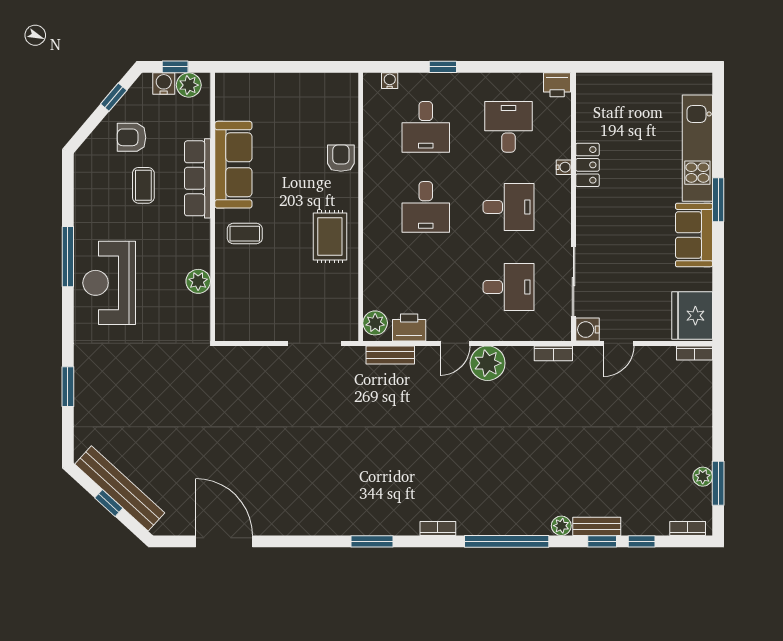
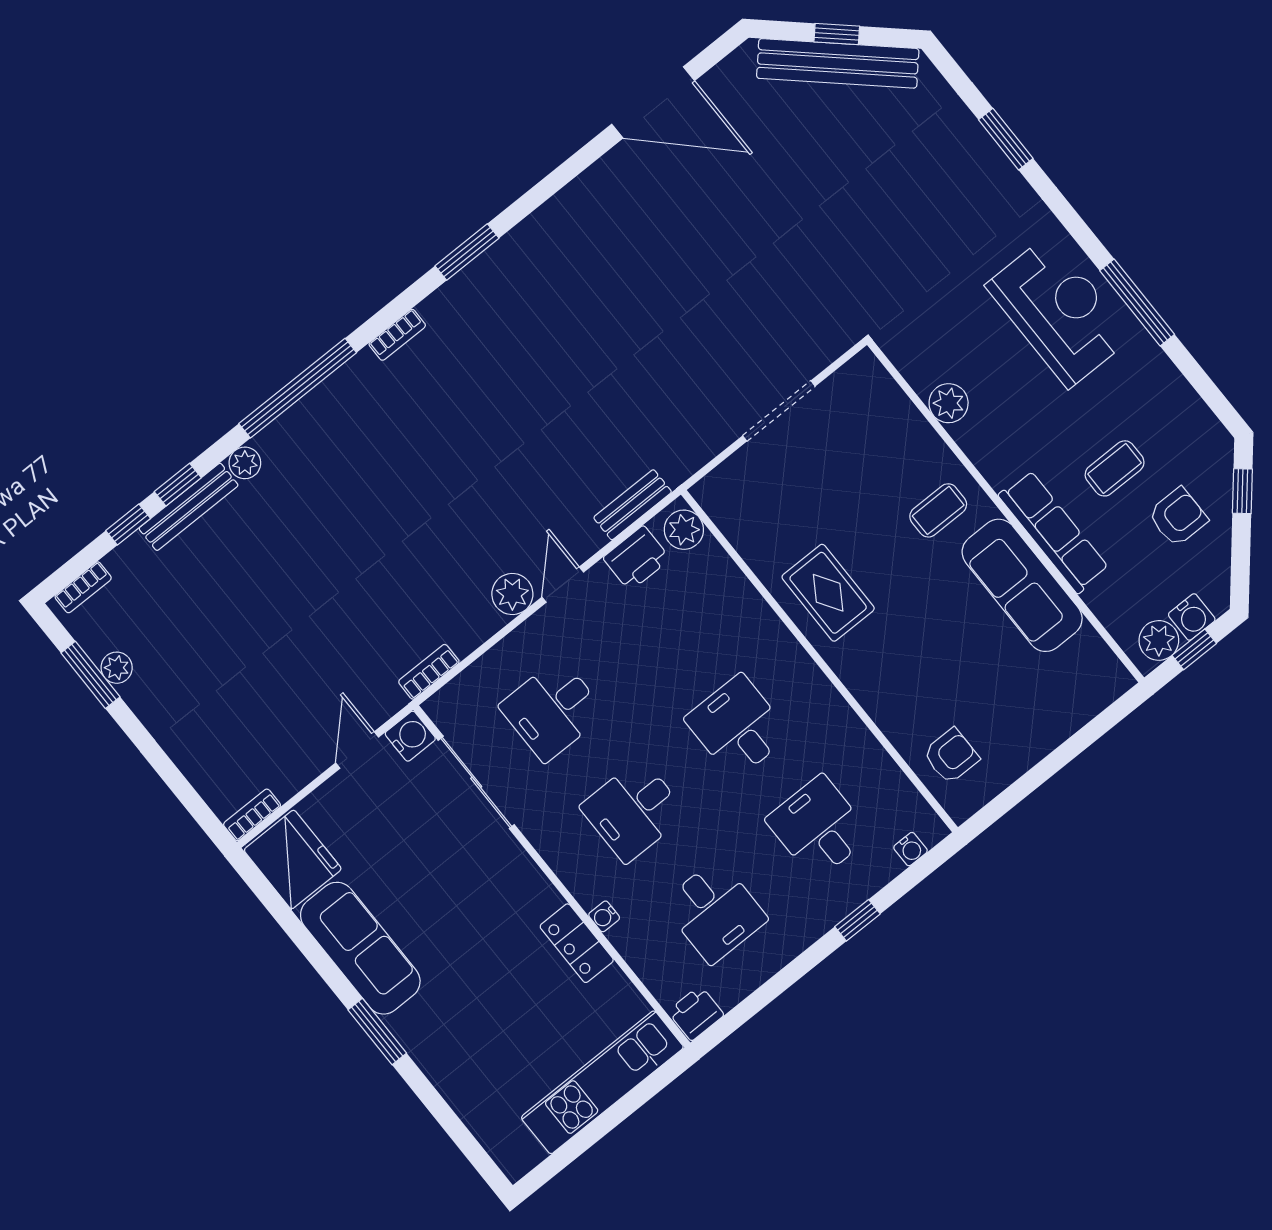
window: (114, 97) -> (1242, 491), moved
kitchen unit: (697, 148) -> (602, 1082), moved, turned -90
armchair: (341, 158) -> (951, 756), moved, turned -90
coffee table: (143, 185) -> (1115, 468), turned 90
sofa: (694, 235) -> (360, 948), width x1.36
doorway: (314, 343) -> (779, 411), moved
plant: (488, 363) -> (512, 594), width x0.73, depth x0.73
bench: (597, 526) -> (189, 507), width x1.36

